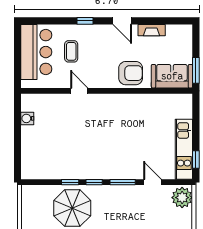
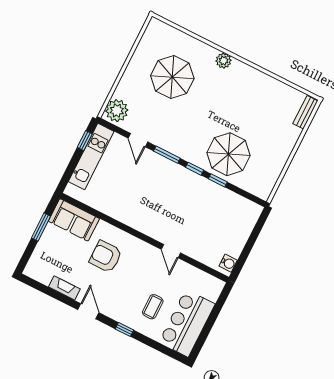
sofa: (172, 76) -> (74, 220), moved
door: (79, 91) -> (171, 251), moved
wall: (107, 91) -> (144, 238), moved

